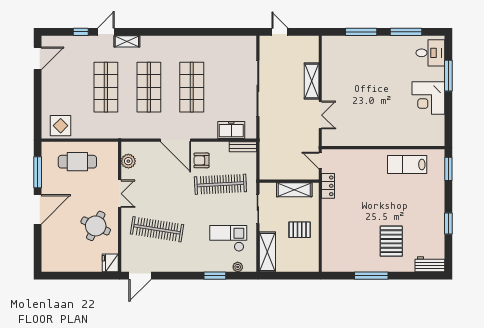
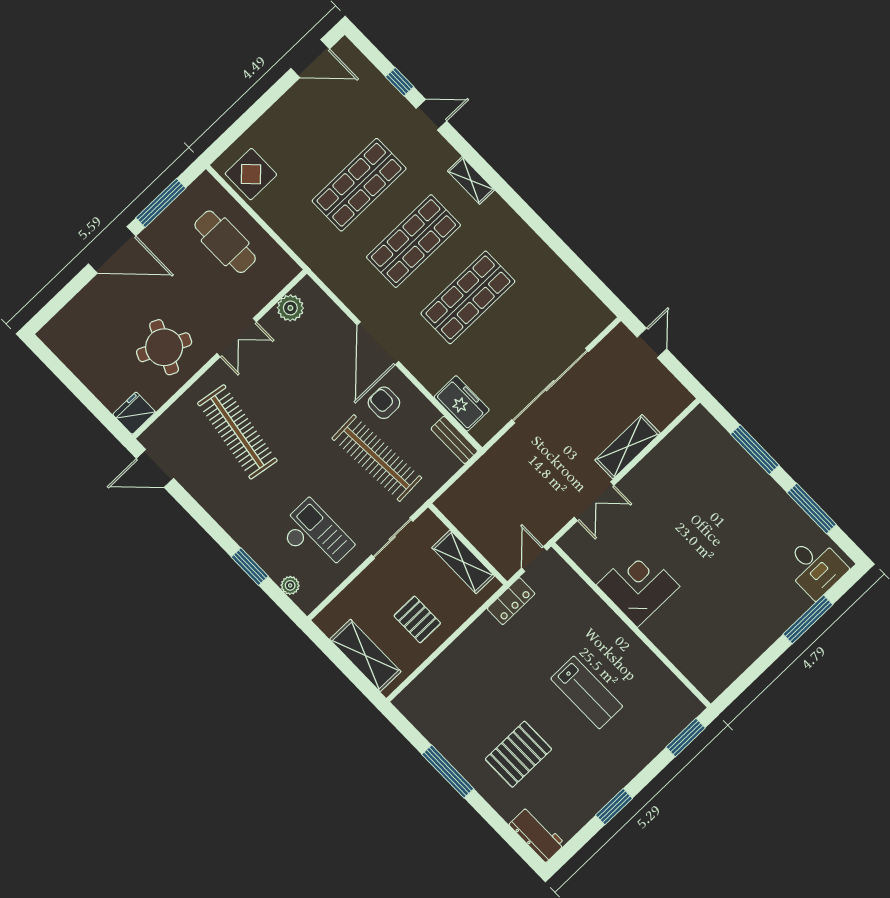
shelving: (127, 41) -> (471, 180), moved
corner desk: (428, 98) -> (638, 586), moved, turned 90
lab bench: (407, 165) -> (587, 692), moved, turned 180
shelving: (267, 252) -> (365, 655), moved, turned 90

